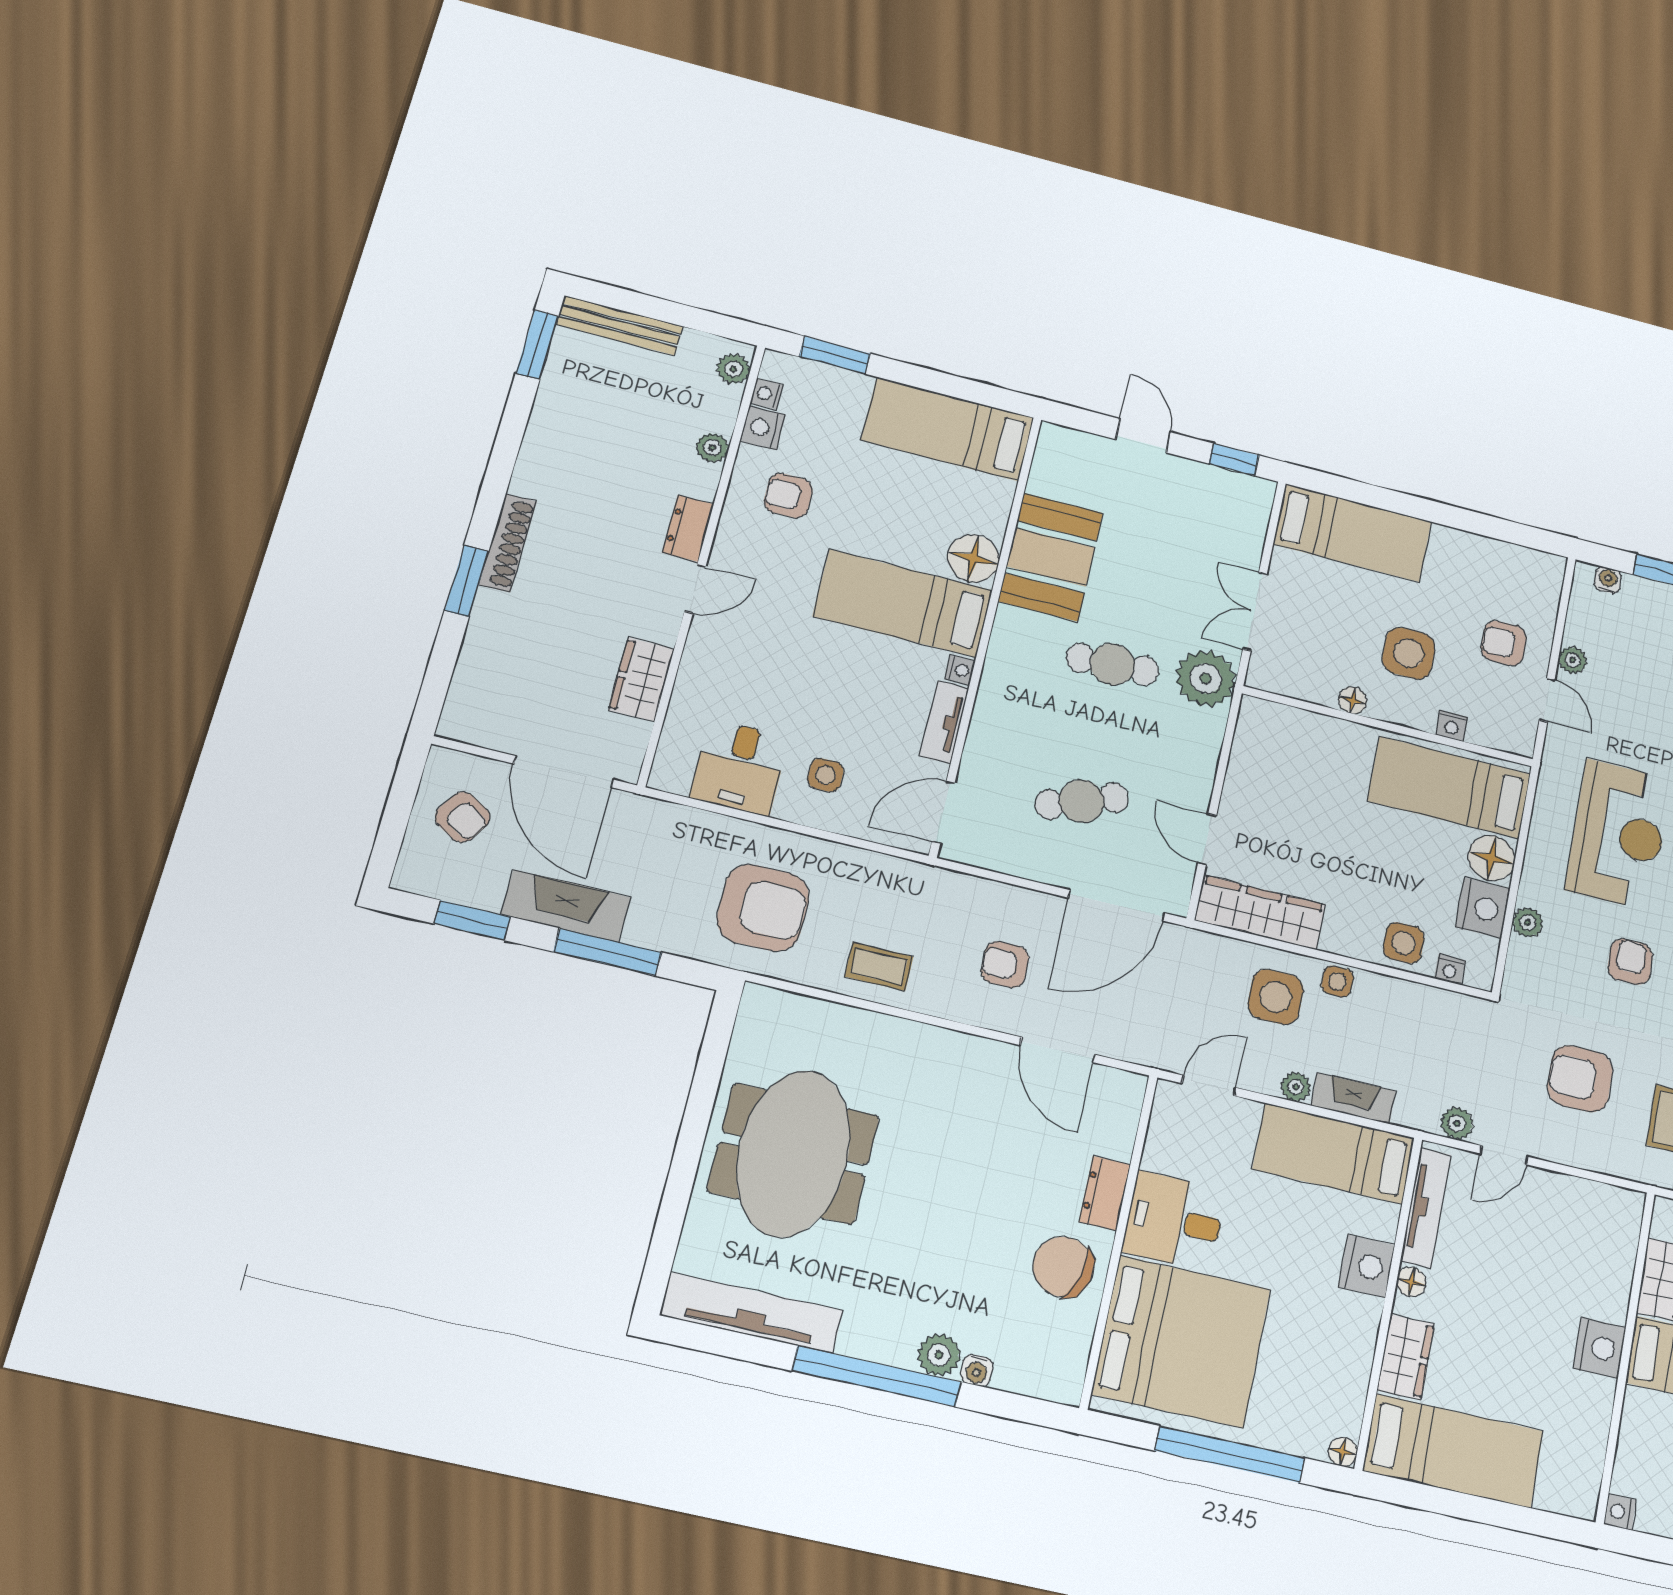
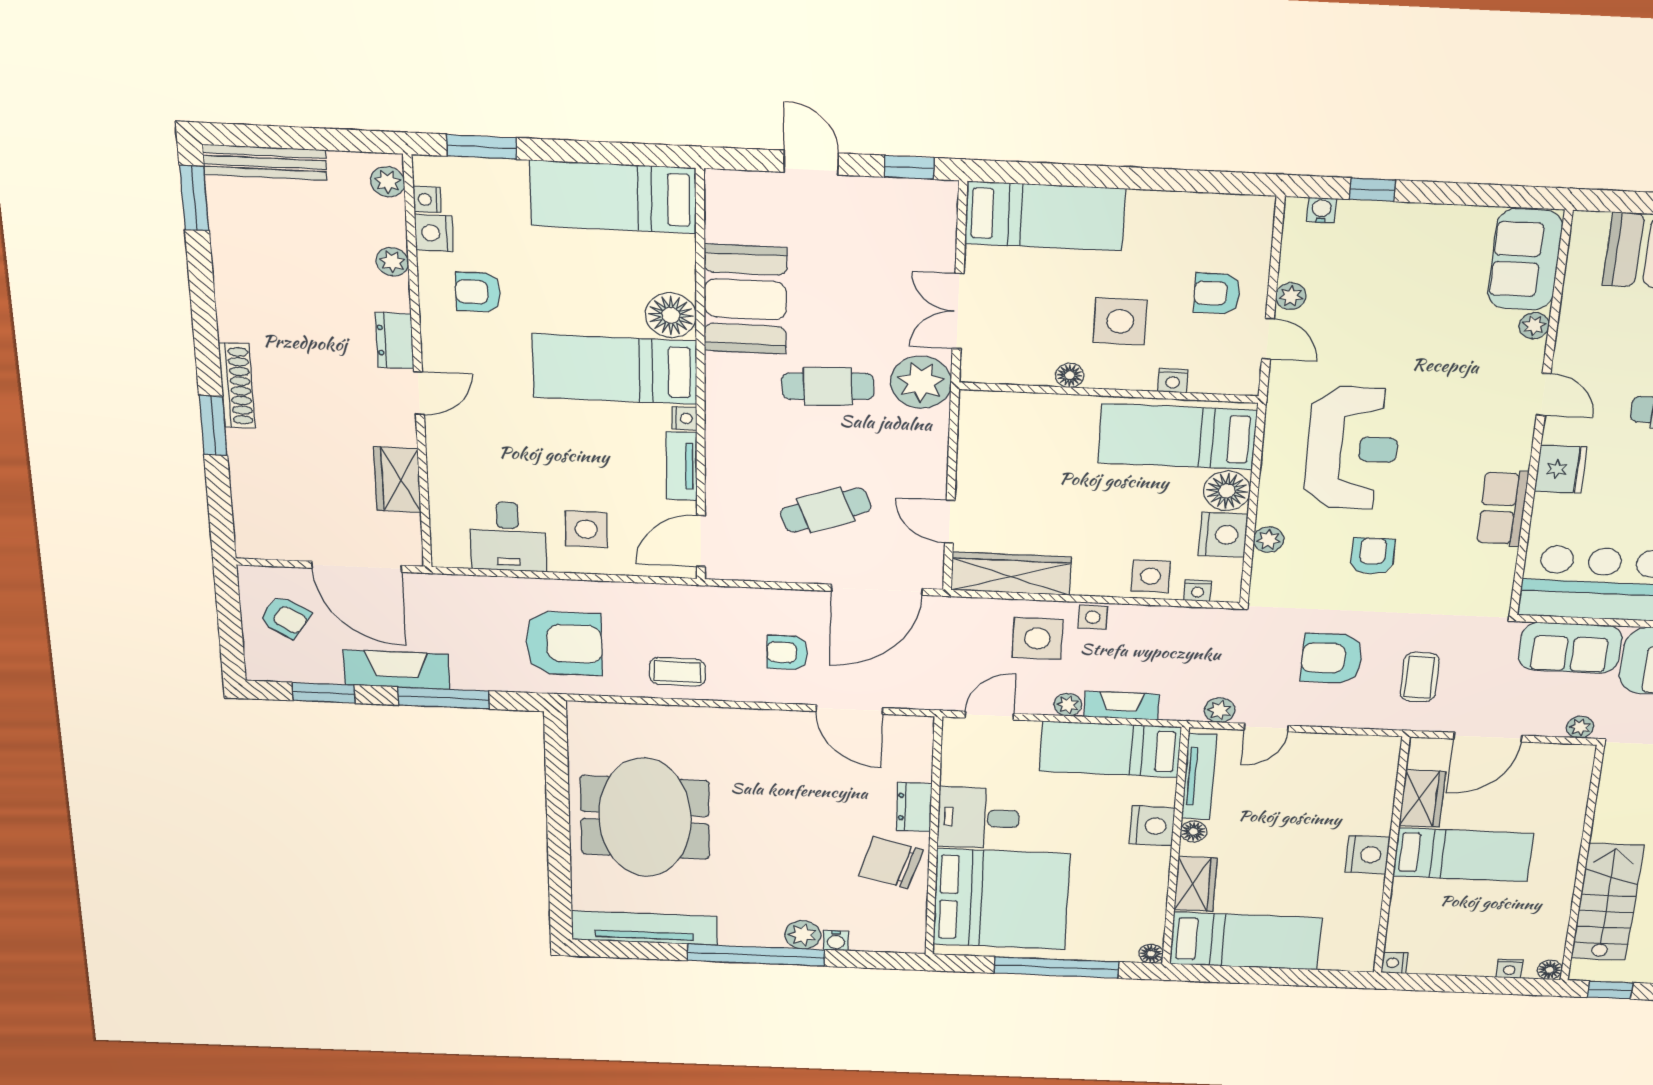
side table: (825, 775) -> (586, 529), width x1.37, depth x1.37

